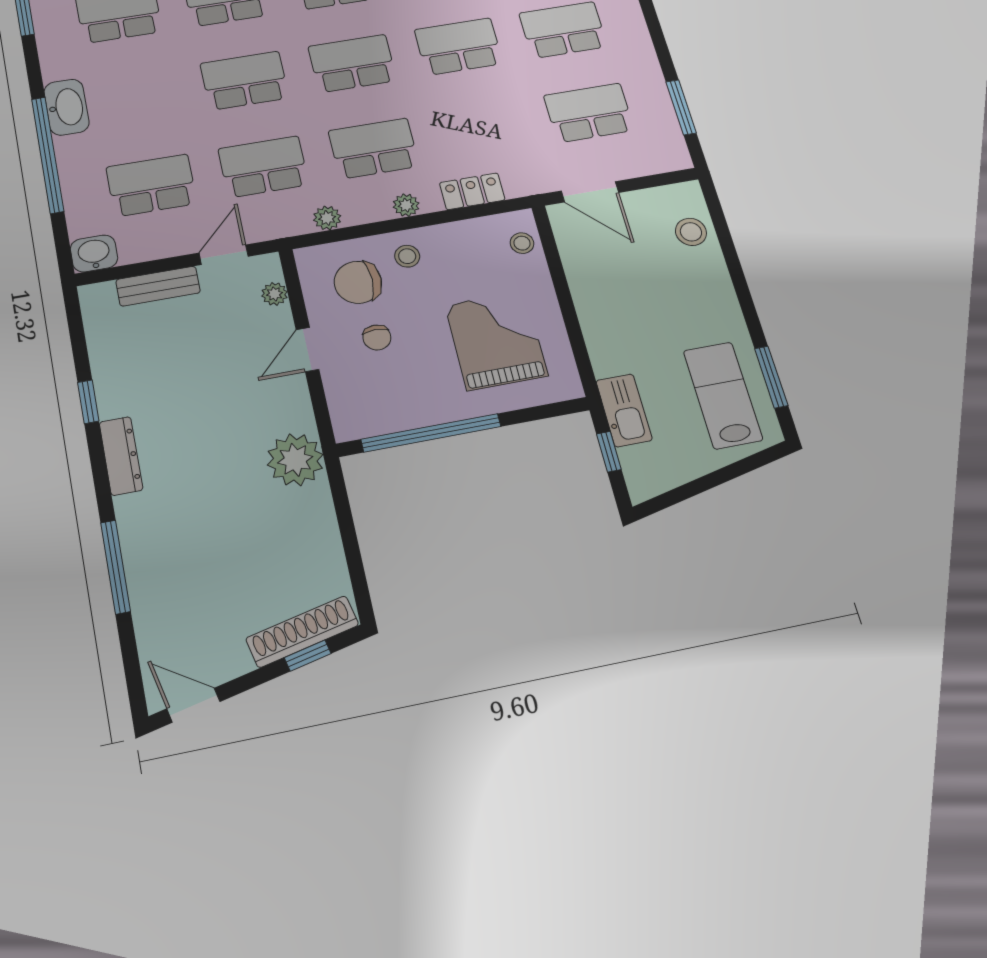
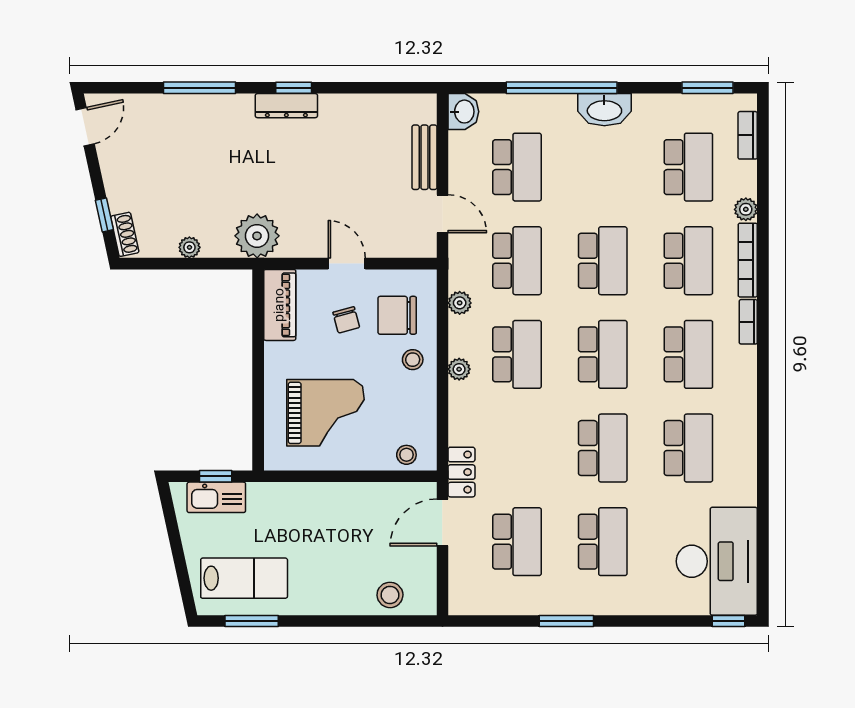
window: (681, 107) -> (566, 621), moved
locker: (472, 191) -> (461, 472), moved
chair: (358, 282) -> (397, 315), turned -90
plant: (275, 294) -> (189, 247), moved
chair: (377, 337) -> (346, 320), turned -105
window: (88, 402) -> (294, 88), moved
kitchen sink: (624, 410) -> (216, 497), moved
piano: (376, 417) -> (280, 305), added
window: (431, 433) -> (258, 344), removed
shoe rack: (302, 632) -> (125, 234), width x0.51, depth x0.81

